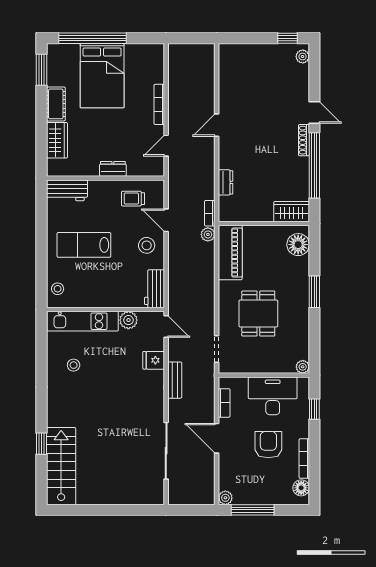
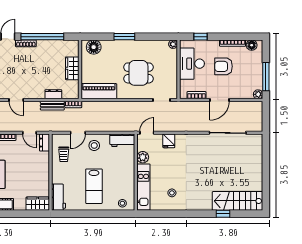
wardrobe: (57, 140) -> (38, 204), moved
dresser: (113, 169) -> (45, 143), moved
wardrobe: (292, 212) -> (72, 68), moved
plant: (208, 234) -> (87, 106), removed
bench: (175, 380) -> (52, 106), moved

